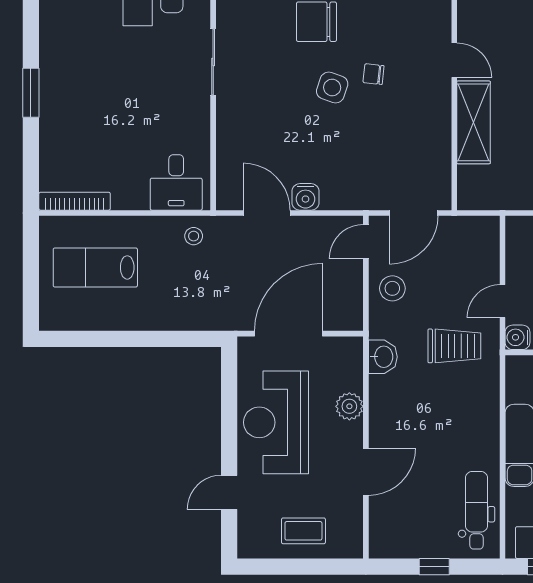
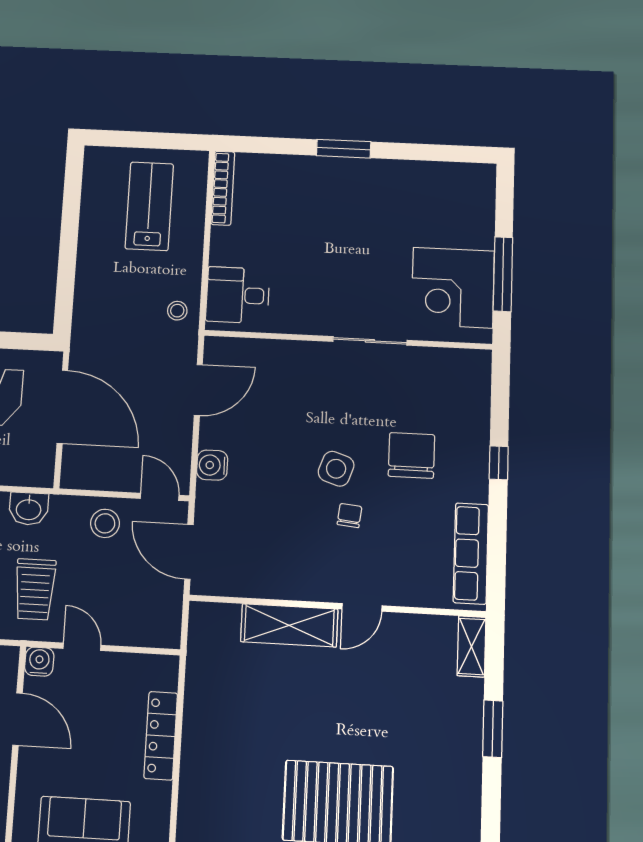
water cooler: (305, 197) -> (212, 465), moved

